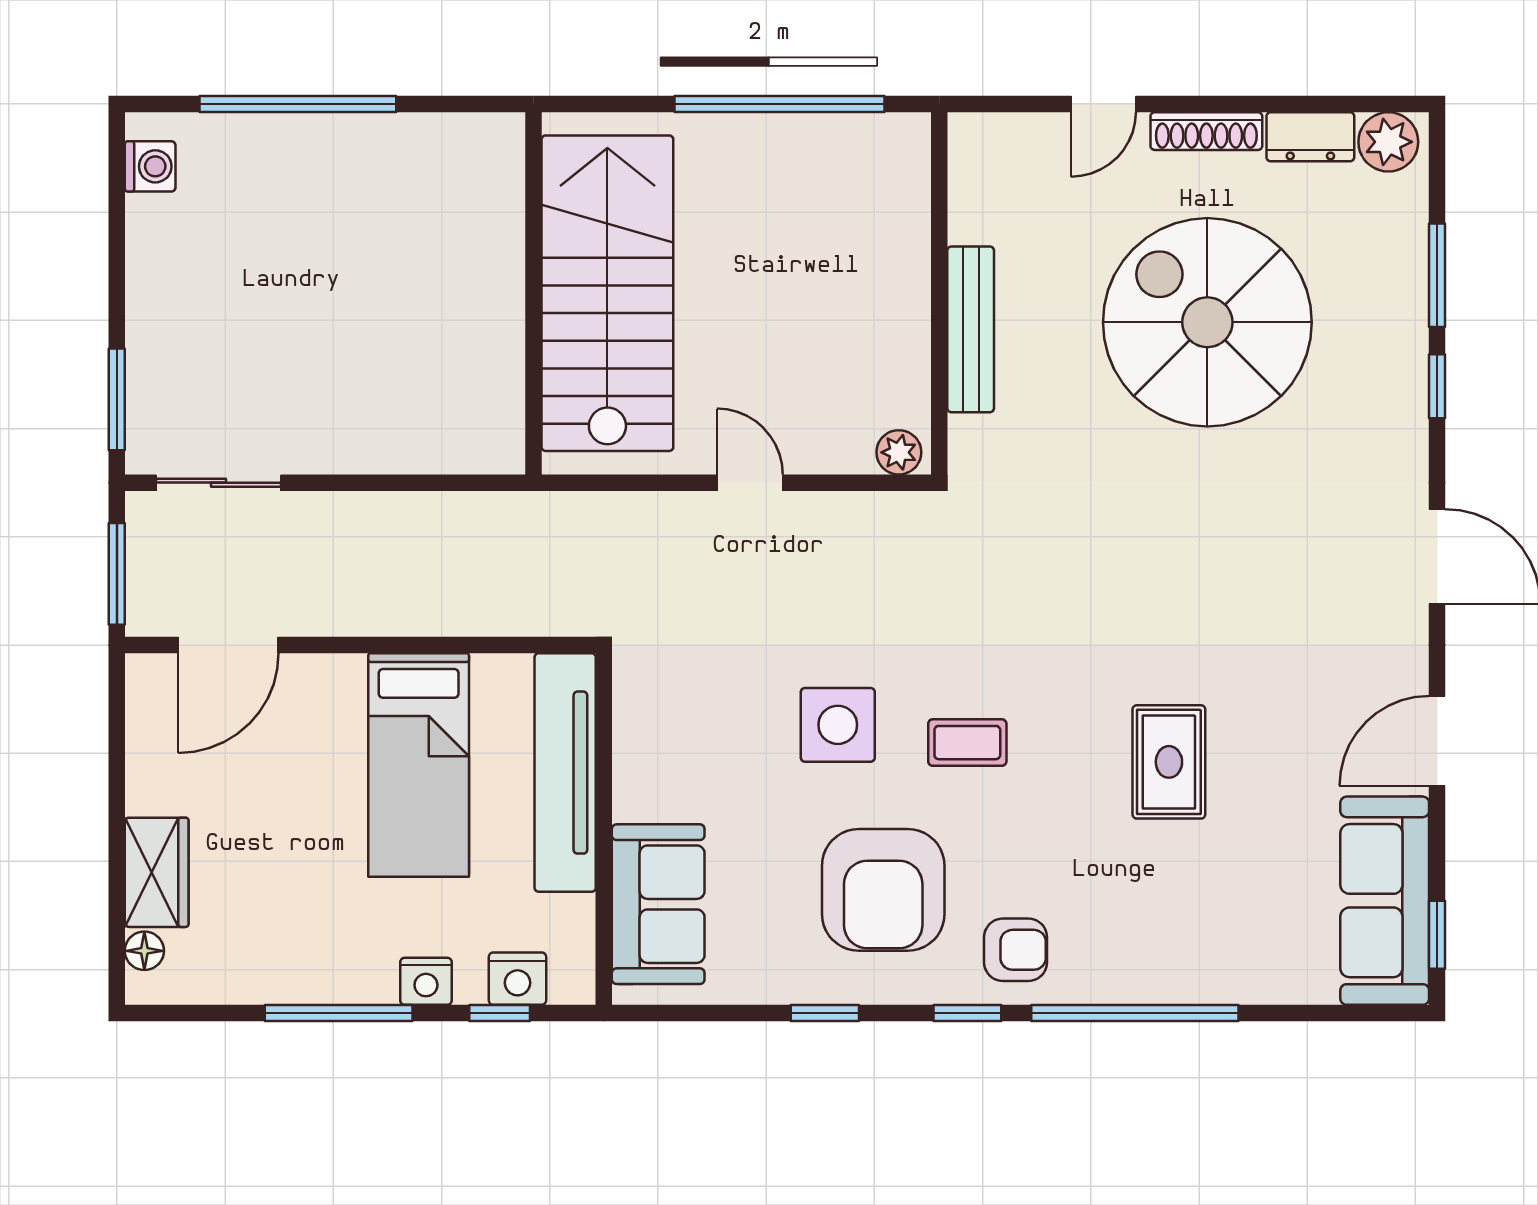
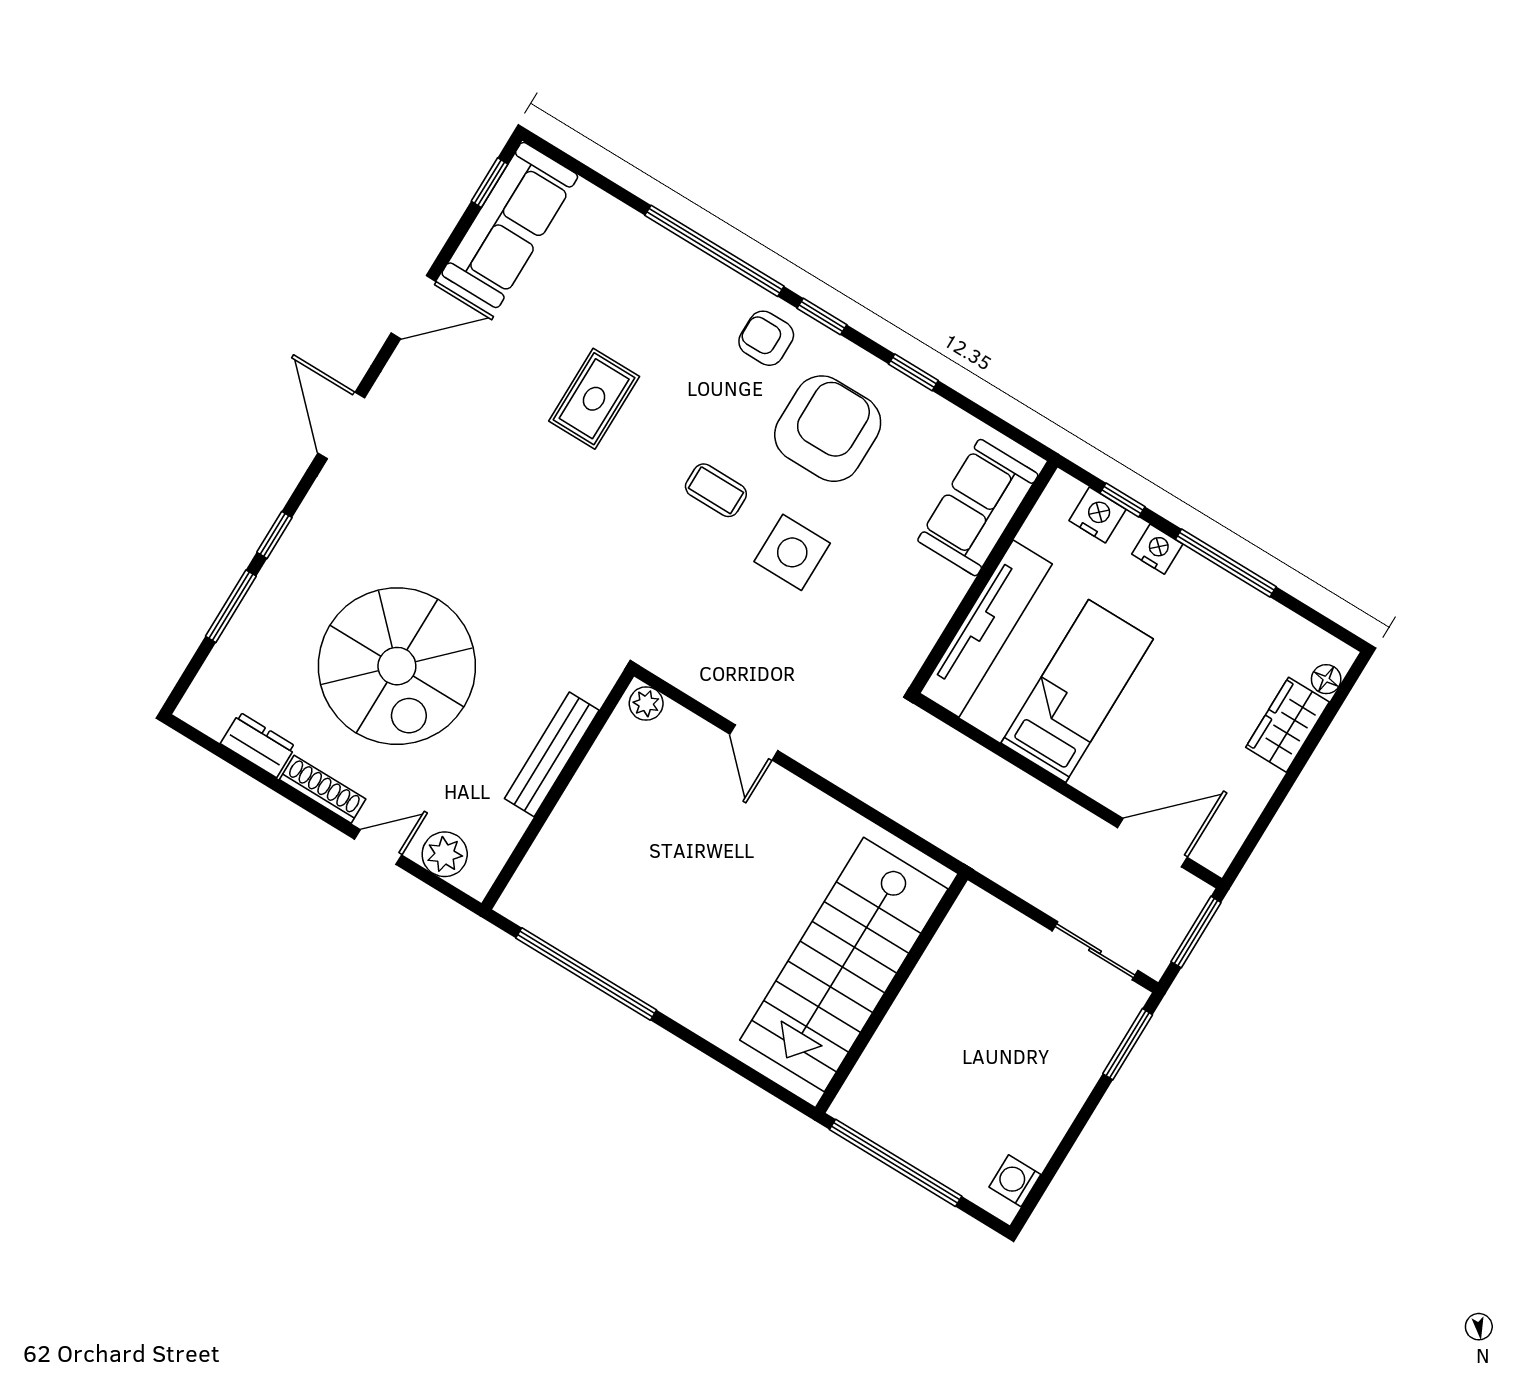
plant: (1388, 142) -> (445, 854), moved
wall: (533, 293) -> (891, 993), moved
stairs: (607, 293) -> (844, 965), moved

